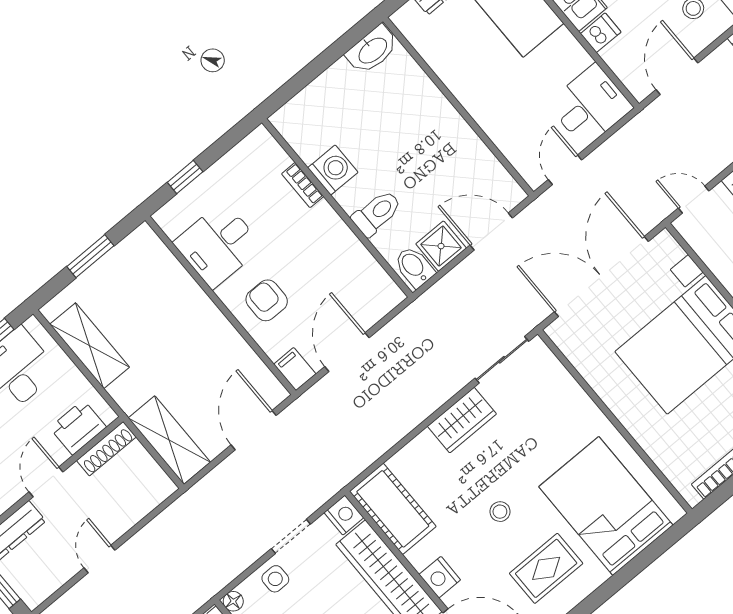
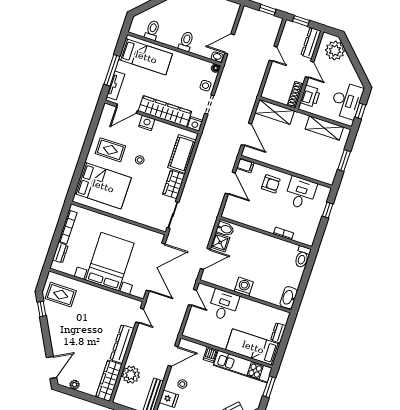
door: (677, 76) -> (173, 356), hinge flipped
desk: (590, 106) -> (224, 305), moved, turned 180
washing machine: (333, 170) -> (244, 287), moved, turned 180
door: (694, 199) -> (140, 315), hinge flipped
toilet: (377, 213) -> (302, 257), moved
cot: (393, 509) -> (182, 154), moved, turned 90
rug: (546, 568) -> (110, 150), turned 90

